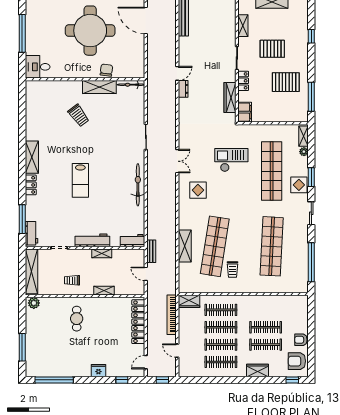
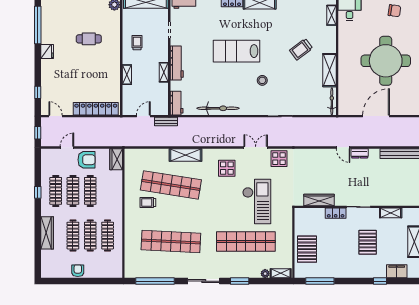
door: (146, 21) -> (376, 116), moved
chair: (106, 70) -> (394, 11), moved
pallet: (286, 82) -> (307, 249), moved
shelving: (44, 85) -> (332, 15), added
dresser: (183, 89) -> (360, 153), moved
filing cabinet: (245, 112) -> (397, 271), moved, turned 180
stool: (110, 155) -> (262, 80), added
checkout: (231, 160) -> (257, 201), width x1.36, depth x1.21
double door: (177, 161) -> (256, 147), swing flipped
lab bench: (80, 180) -> (236, 51), width x1.36, depth x1.39
bicycle: (138, 185) -> (218, 108), moved
display table: (299, 185) -> (279, 159), moved
sliding door: (311, 213) -> (204, 281), width x1.37
shelving: (185, 246) -> (186, 155), moved
clothes rail: (221, 310) -> (108, 236), moved
bookcase: (172, 315) -> (103, 142), removed
cafe table: (77, 319) -> (89, 39), moved
armchair: (297, 361) -> (86, 160), moved, turned 90
wardrobe: (257, 370) -> (47, 233), width x1.50
fridge: (98, 371) -> (47, 52), moved
window: (292, 380) -> (38, 192), moved

